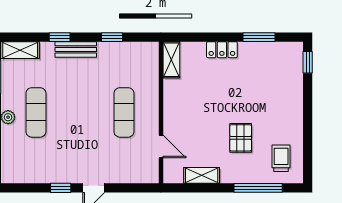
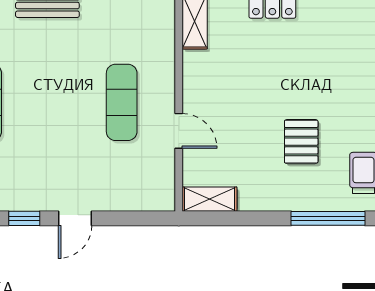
door: (161, 147) -> (179, 131), moved
shelving: (202, 175) -> (209, 199), moved

